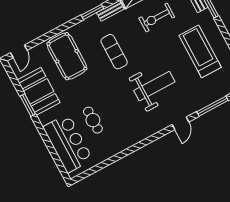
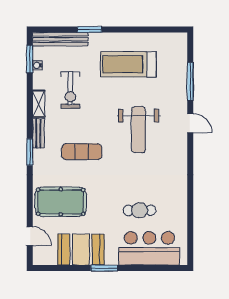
door: (19, 51) -> (30, 236), moved
weight bench: (154, 86) -> (138, 130), turned 180
window: (28, 105) -> (104, 268), moved

